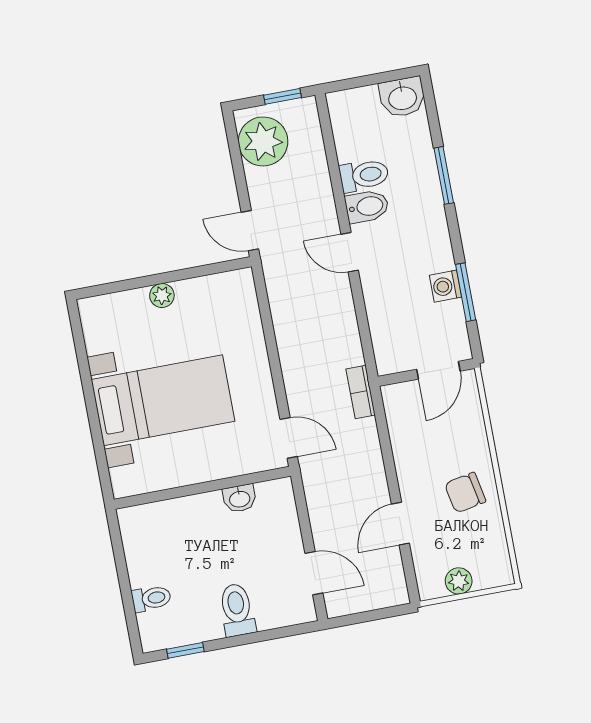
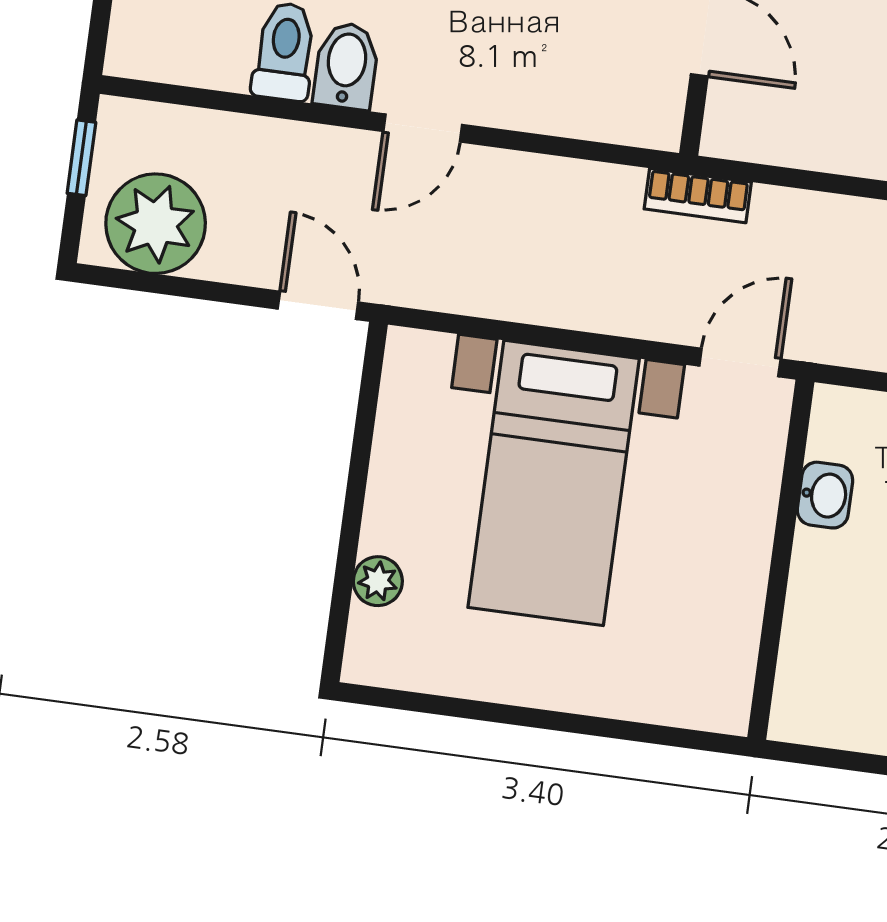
door: (250, 231) -> (318, 305), swing flipped
plant: (162, 296) -> (378, 581), moved
bed with nightstands: (163, 400) -> (554, 483), moved, turned 180

